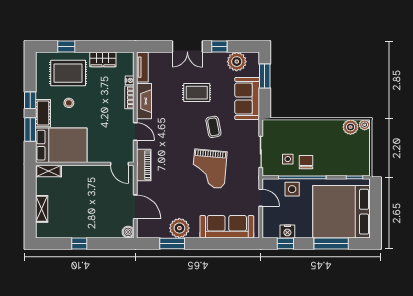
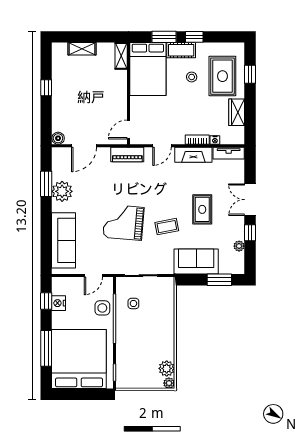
plant: (237, 62) -> (239, 246), width x0.53, depth x0.53
chair: (306, 162) -> (130, 322), removed

